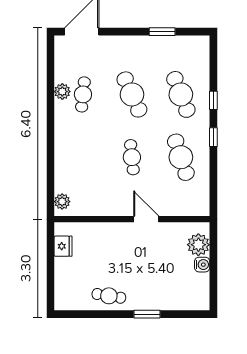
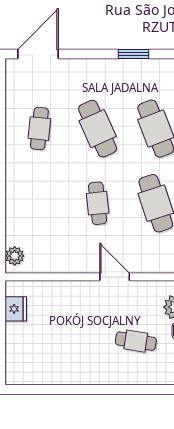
plant: (62, 92) -> (15, 125), removed
cafe table: (109, 296) -> (136, 341), moved
window: (147, 314) -> (116, 390), removed

